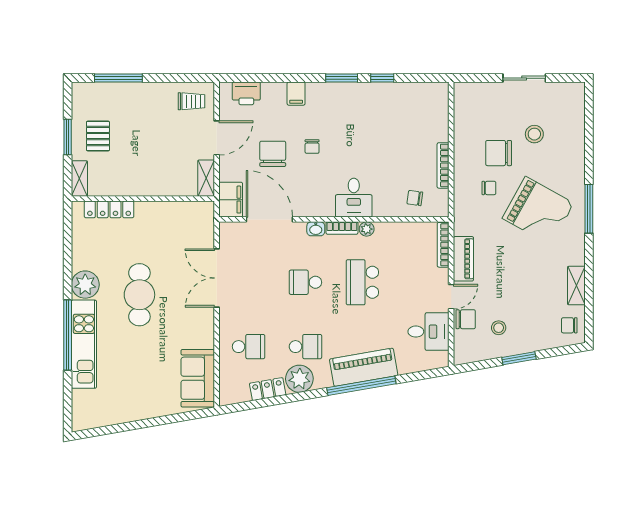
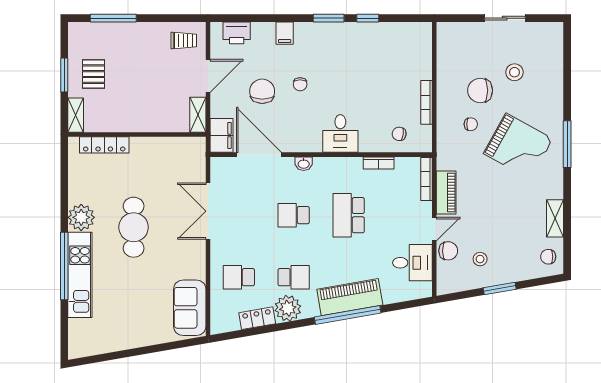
bookcase: (342, 228) -> (379, 163), moved
plant: (367, 229) -> (353, 164), removed
school desk: (249, 347) -> (239, 277), turned 180

